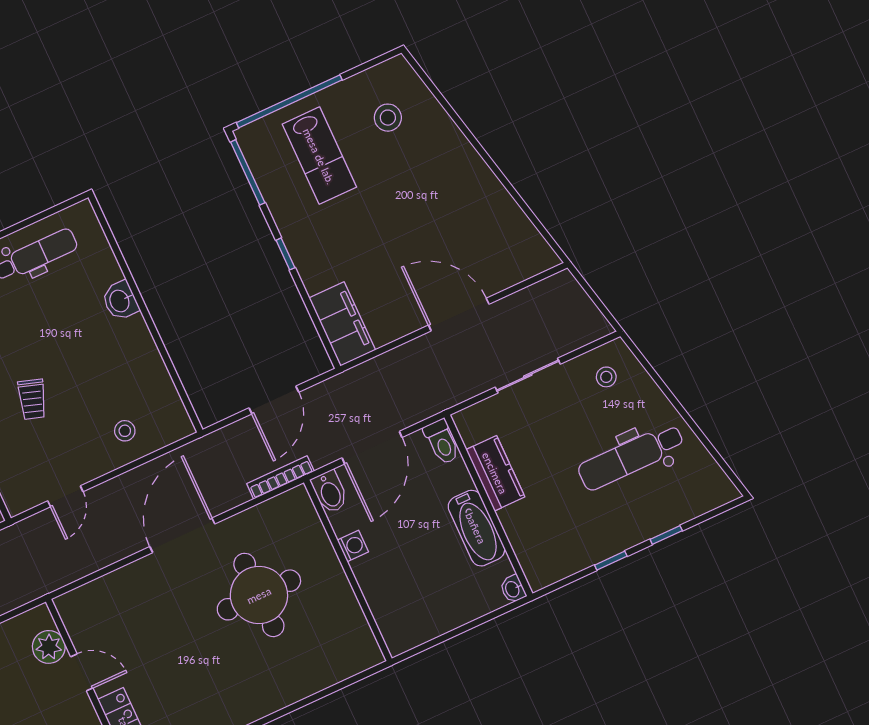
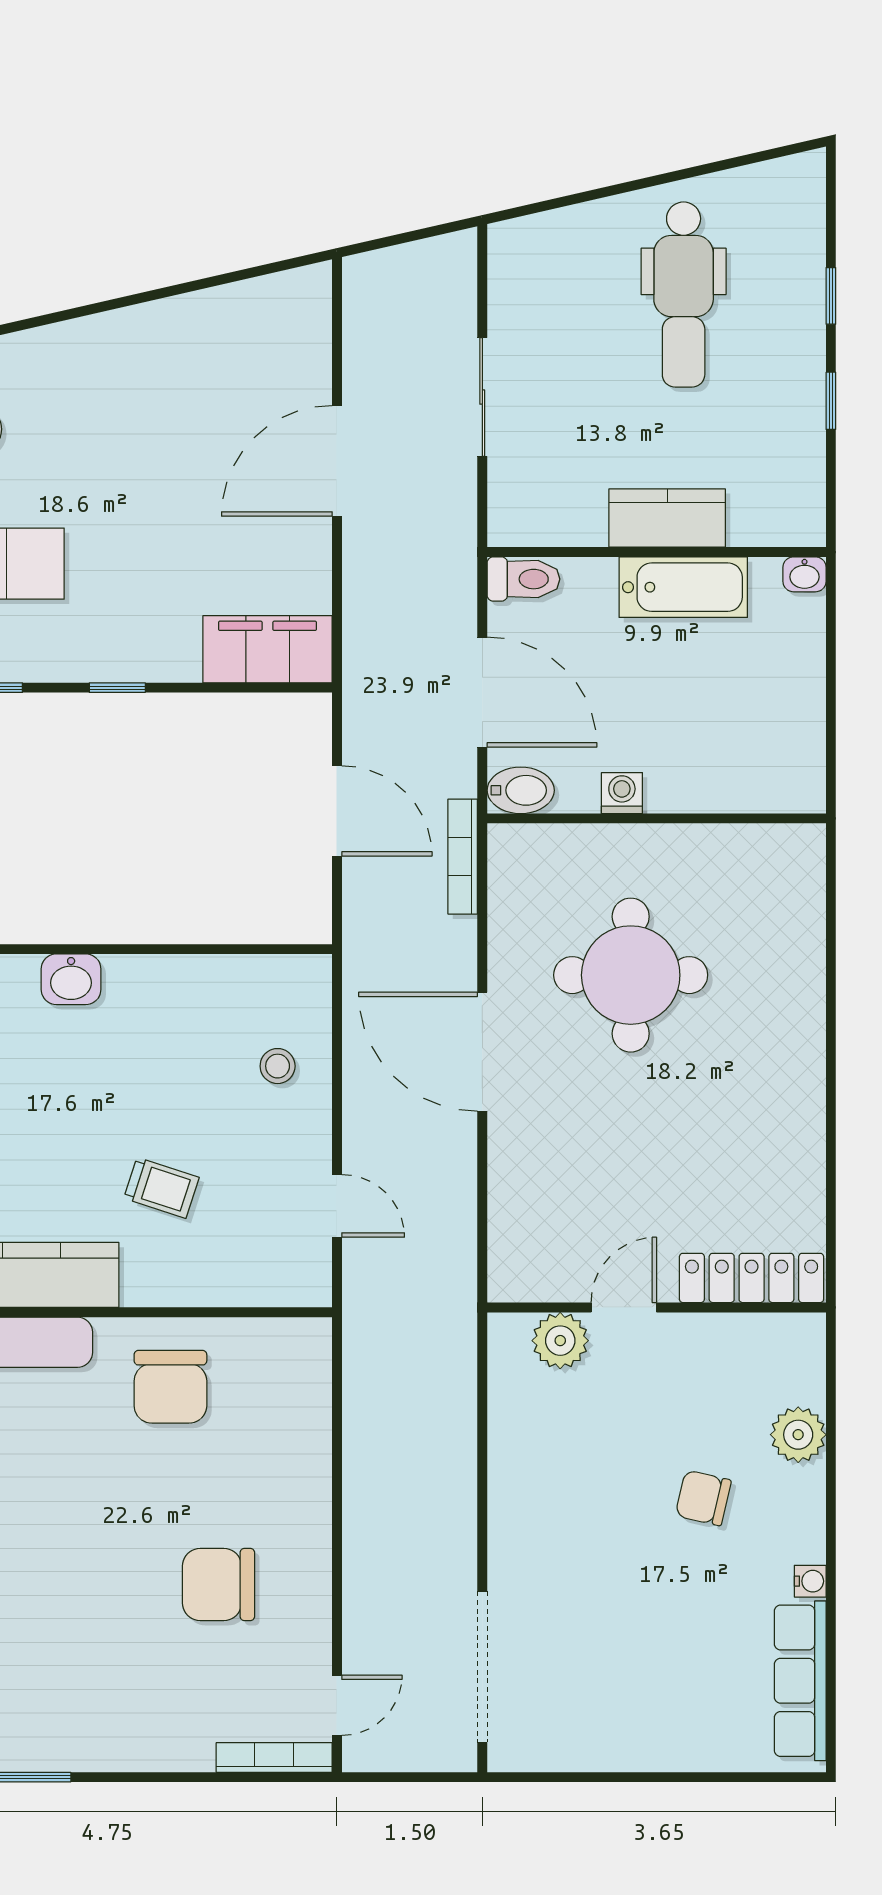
stool: (606, 377) -> (541, 275), removed
kitchen counter: (495, 473) -> (667, 518), moved

